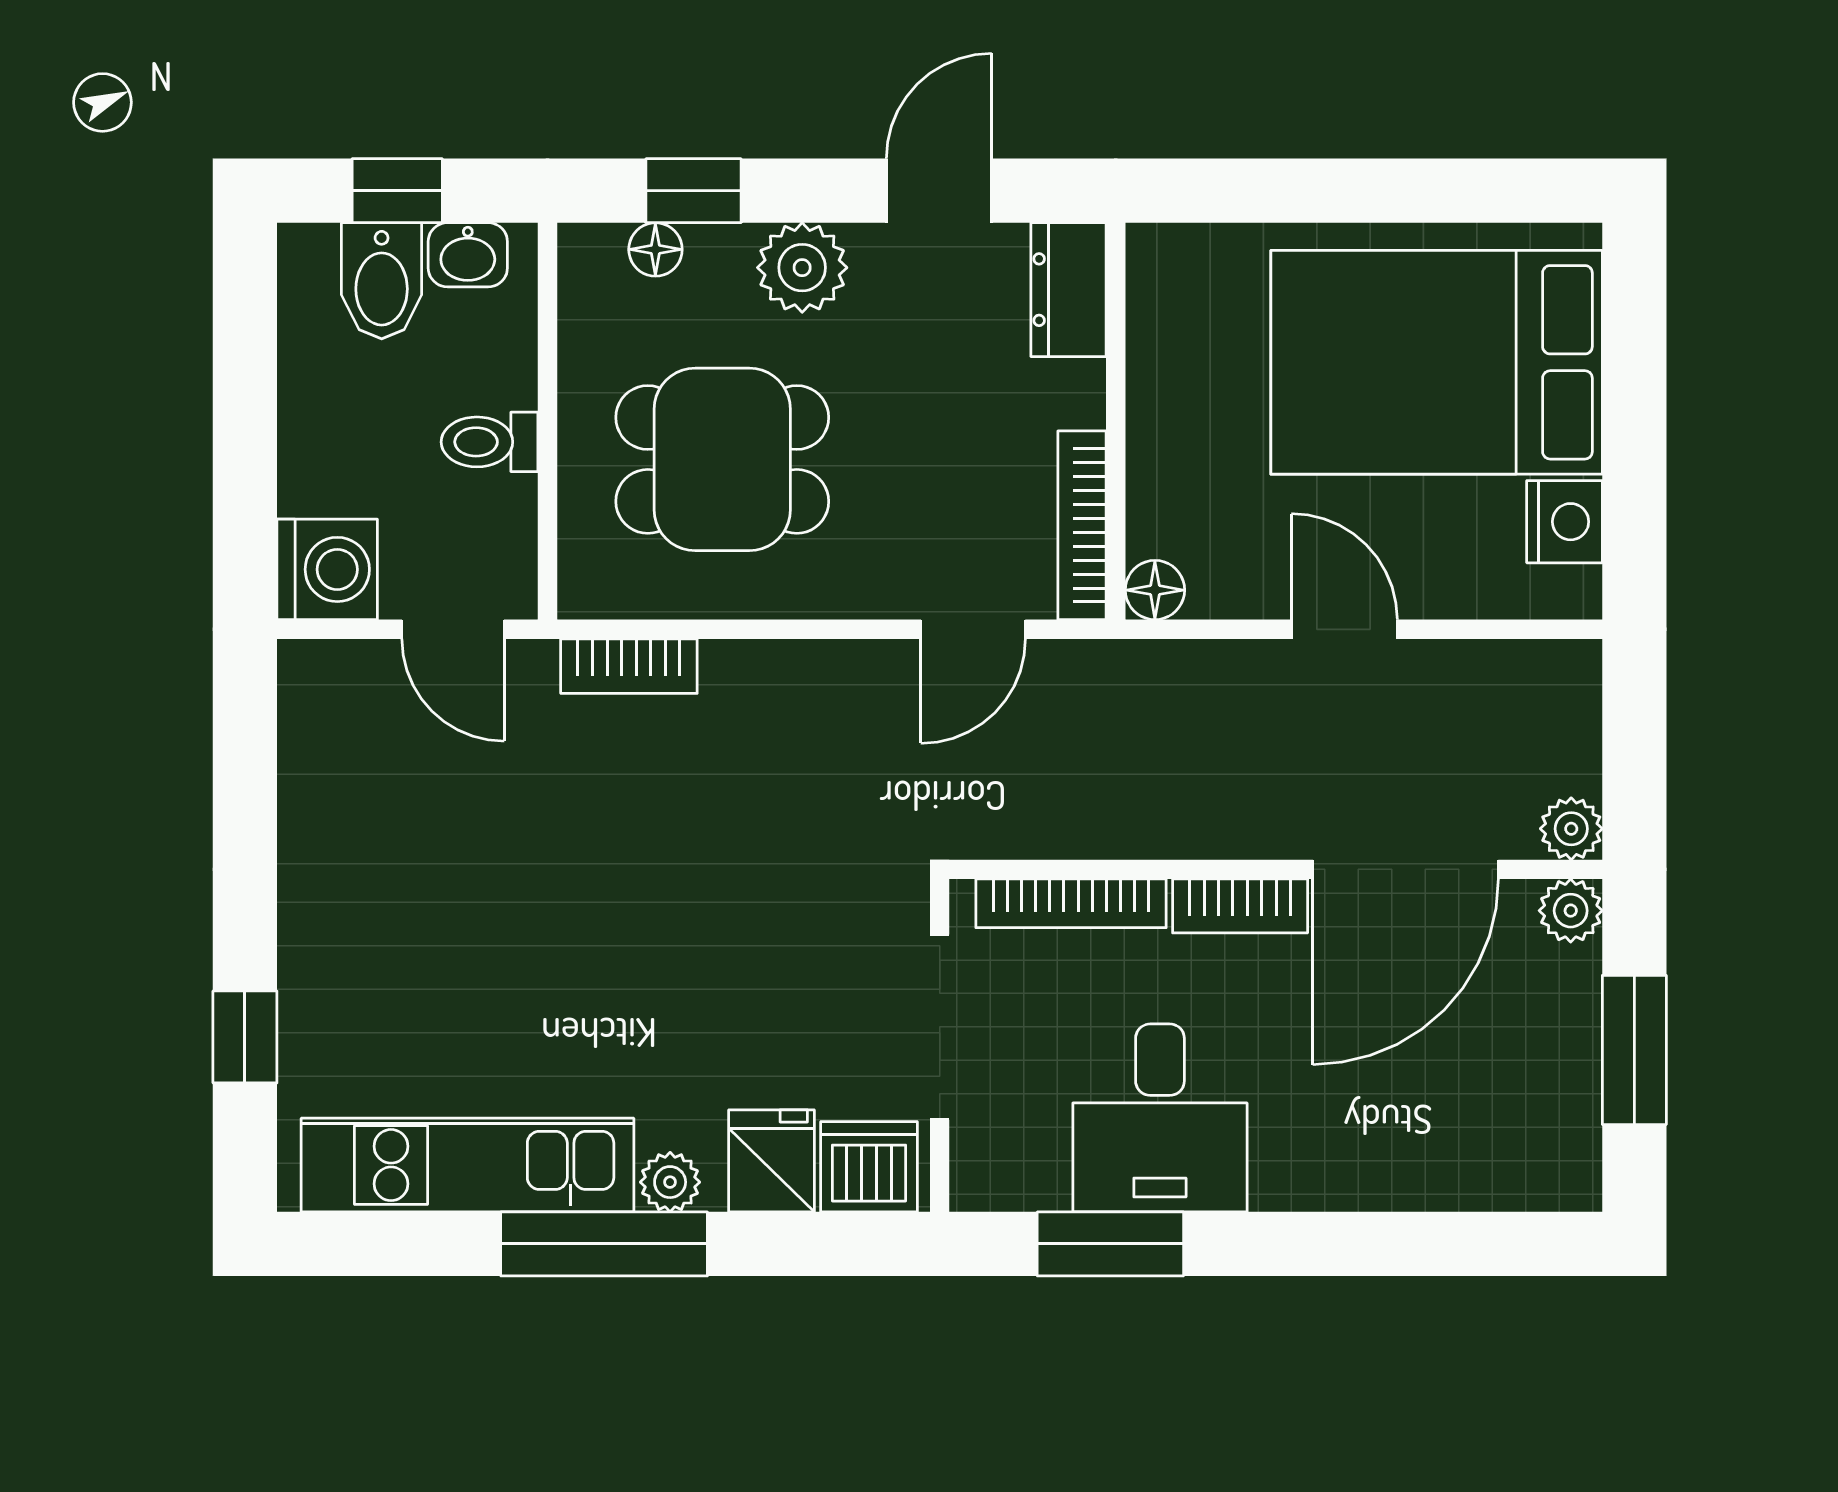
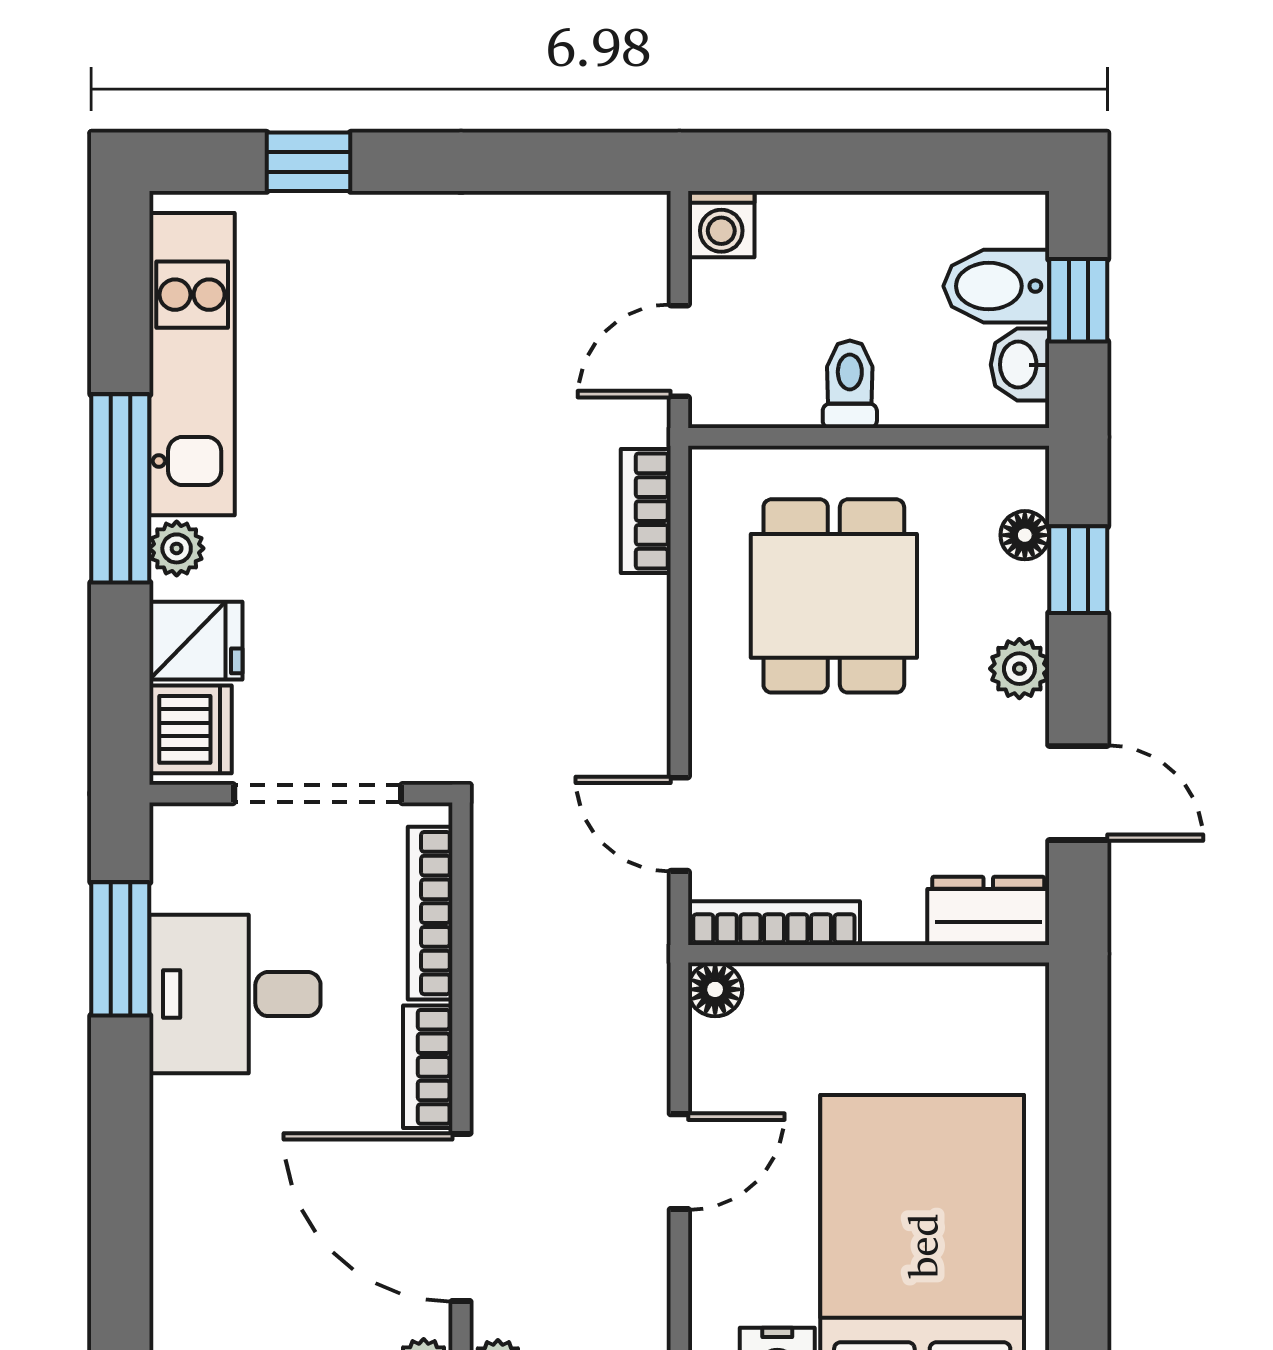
plant: (802, 268) -> (1019, 669), width x0.73, depth x0.73
washing machine: (327, 569) -> (721, 224), width x0.73, depth x0.73

